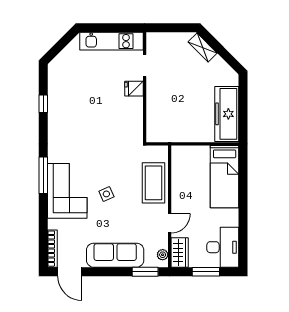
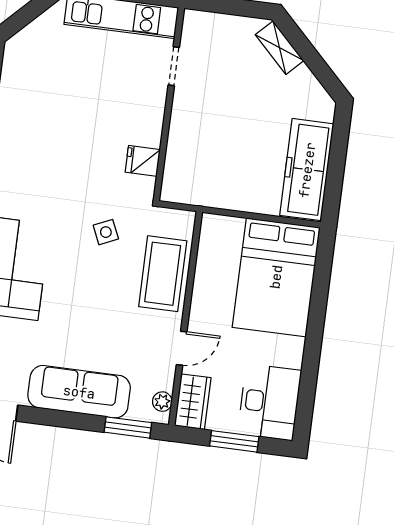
fridge: (134, 89) -> (143, 161), moved
bed: (225, 177) -> (276, 277), width x1.50
side table: (106, 194) -> (106, 232), moved

